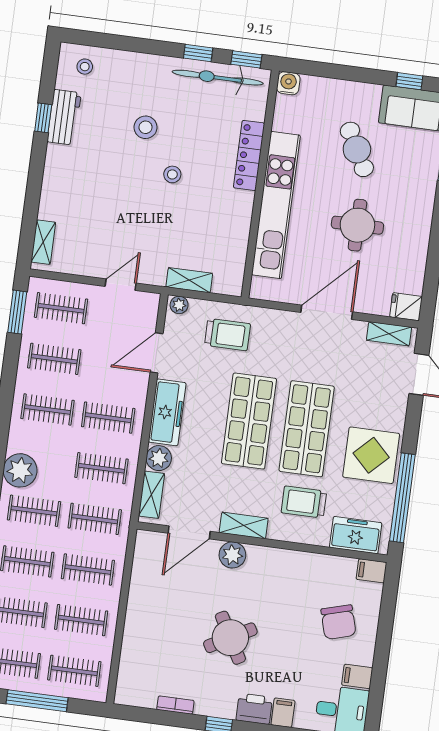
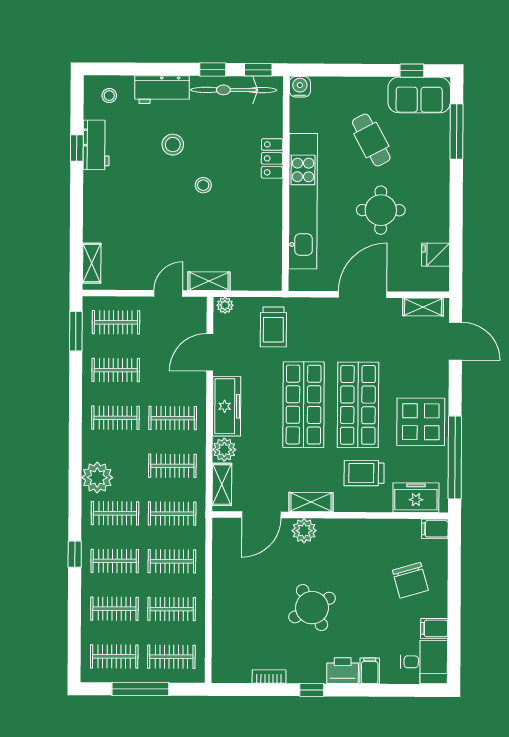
workbench: (142, 68) -> (162, 90), added
locker: (249, 155) -> (272, 158), width x0.66
shelving: (189, 280) -> (209, 281), moved
fridge: (406, 307) -> (436, 255), moved
trolley: (227, 335) -> (273, 327), turned 90

